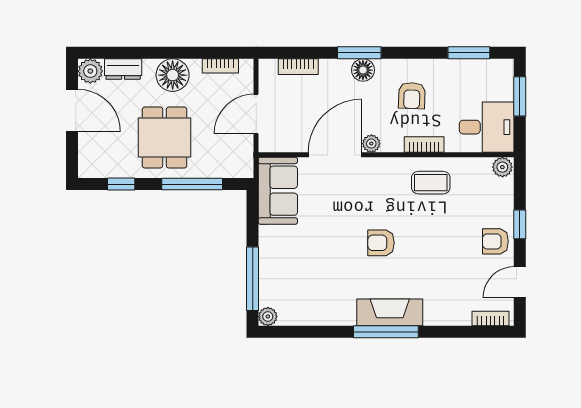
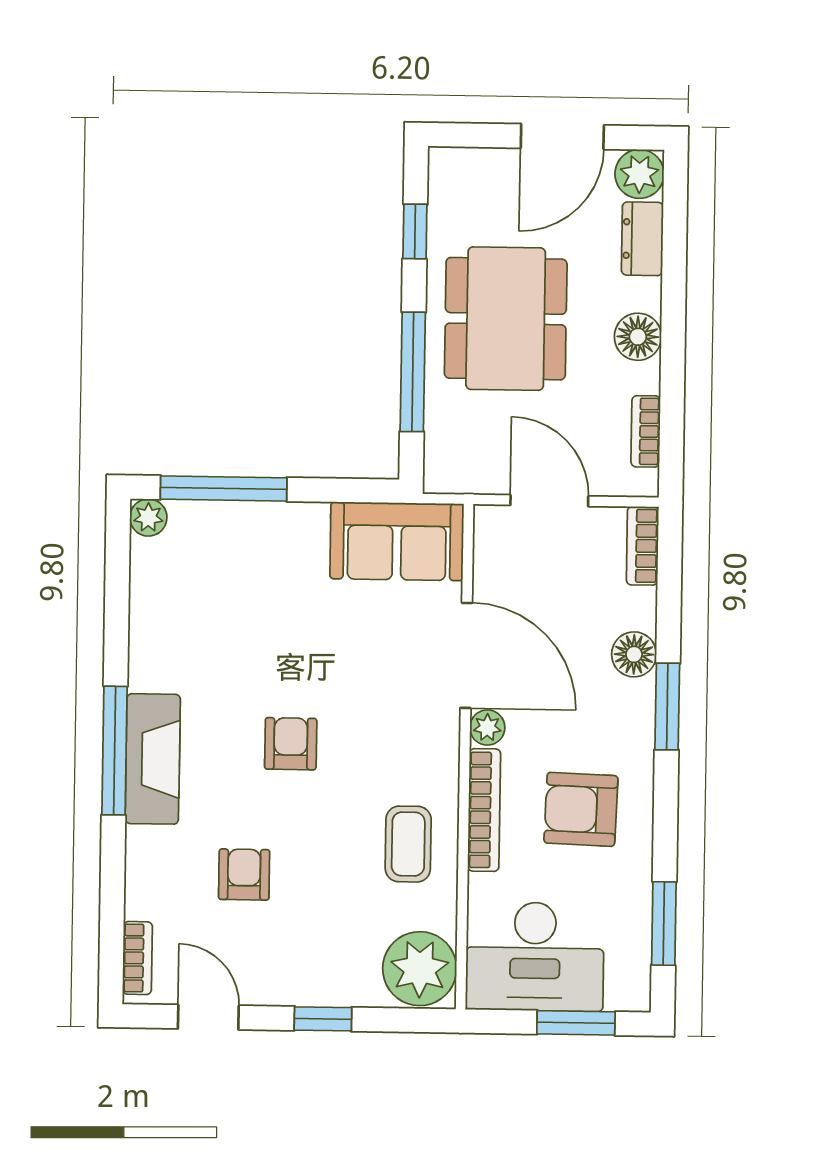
bookcase: (298, 67) -> (642, 546), moved
floor lamp: (363, 70) -> (634, 654), moved
floor lamp: (173, 75) -> (638, 337), width x0.73, depth x0.73
armchair: (412, 96) -> (581, 809), width x1.38, depth x1.38
desk: (487, 127) -> (535, 957), width x1.37
dining table: (165, 138) -> (506, 319), width x1.38
bookcase: (424, 145) -> (484, 810), width x1.56
plant: (502, 167) -> (420, 969), width x1.87, depth x1.87
armchair: (495, 241) -> (244, 875), moved

